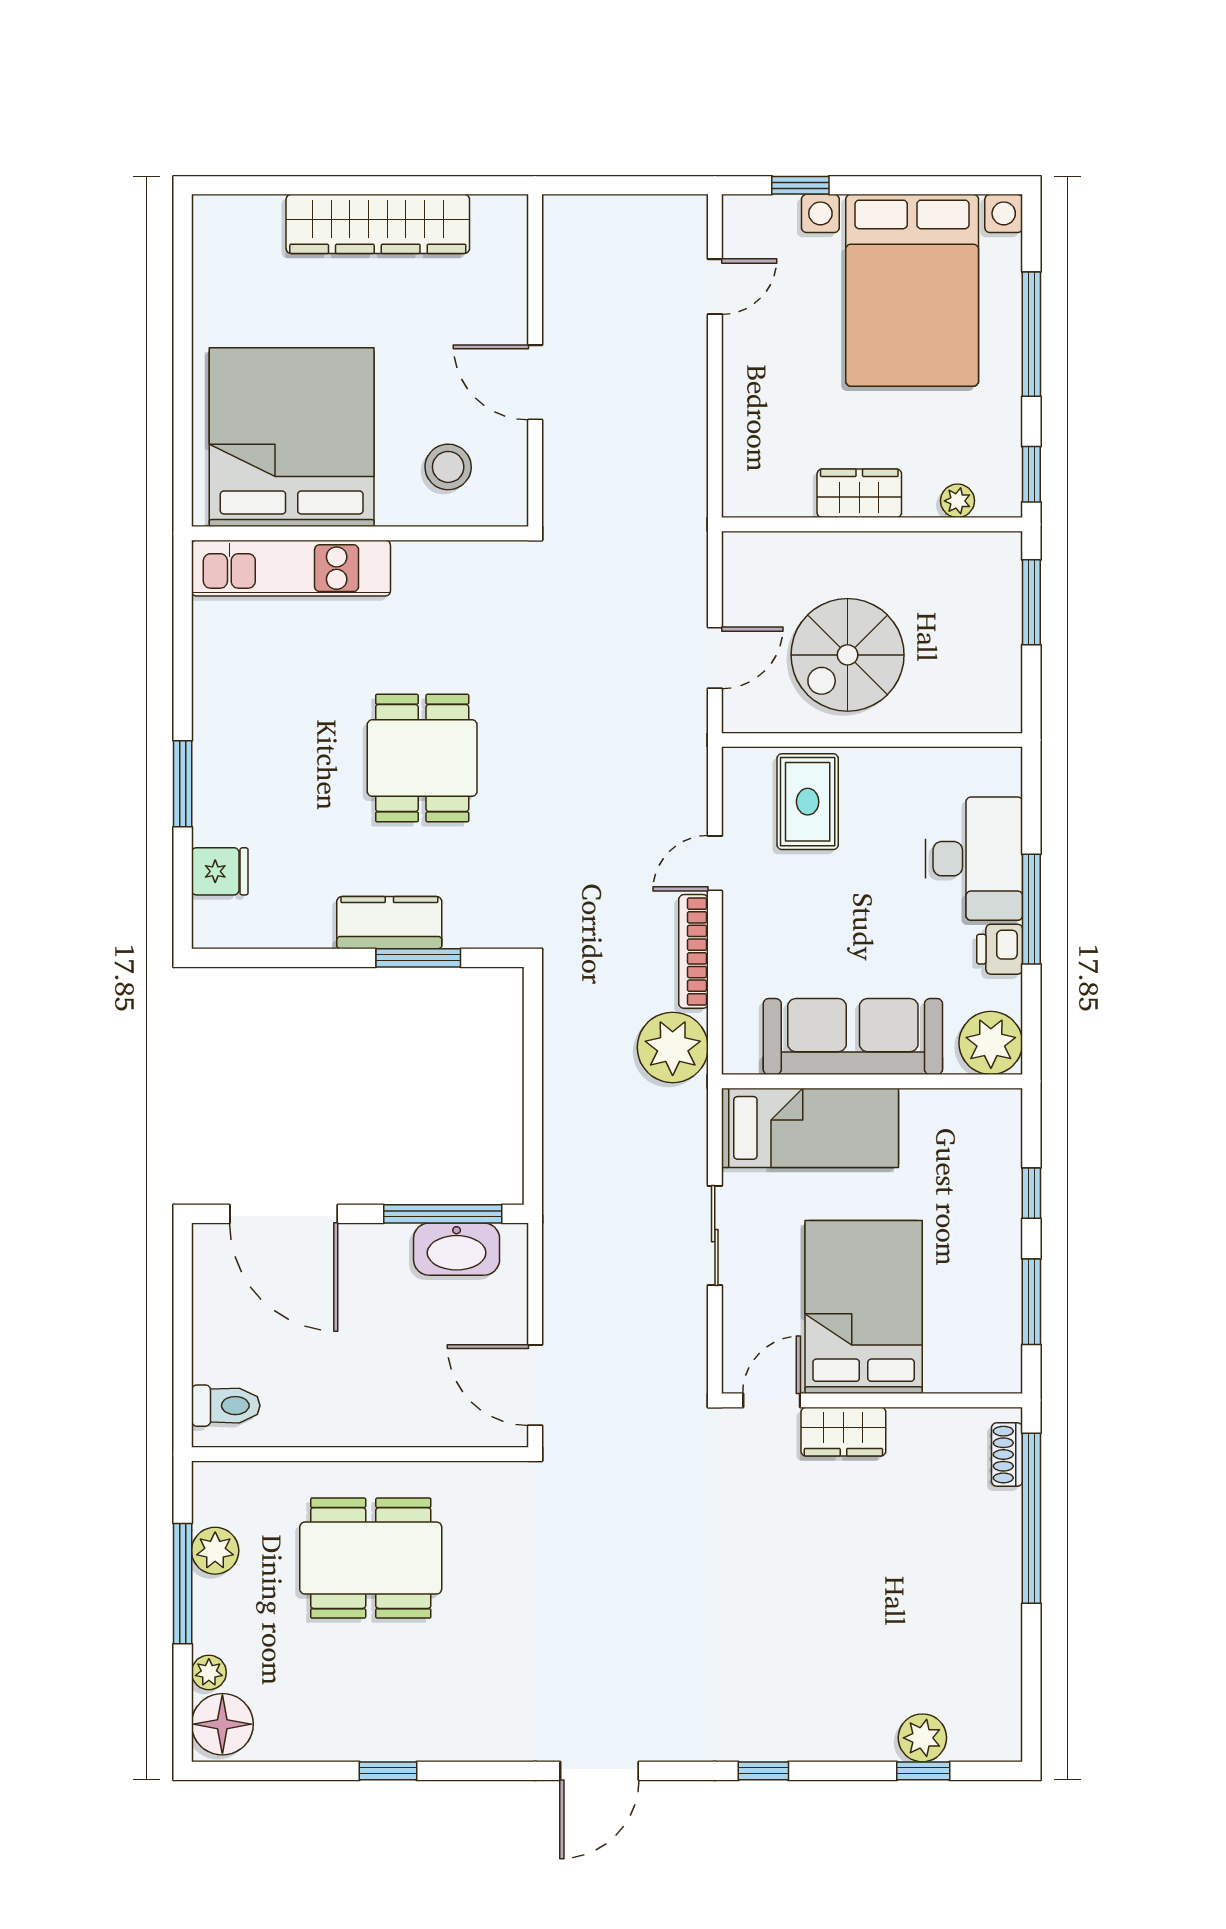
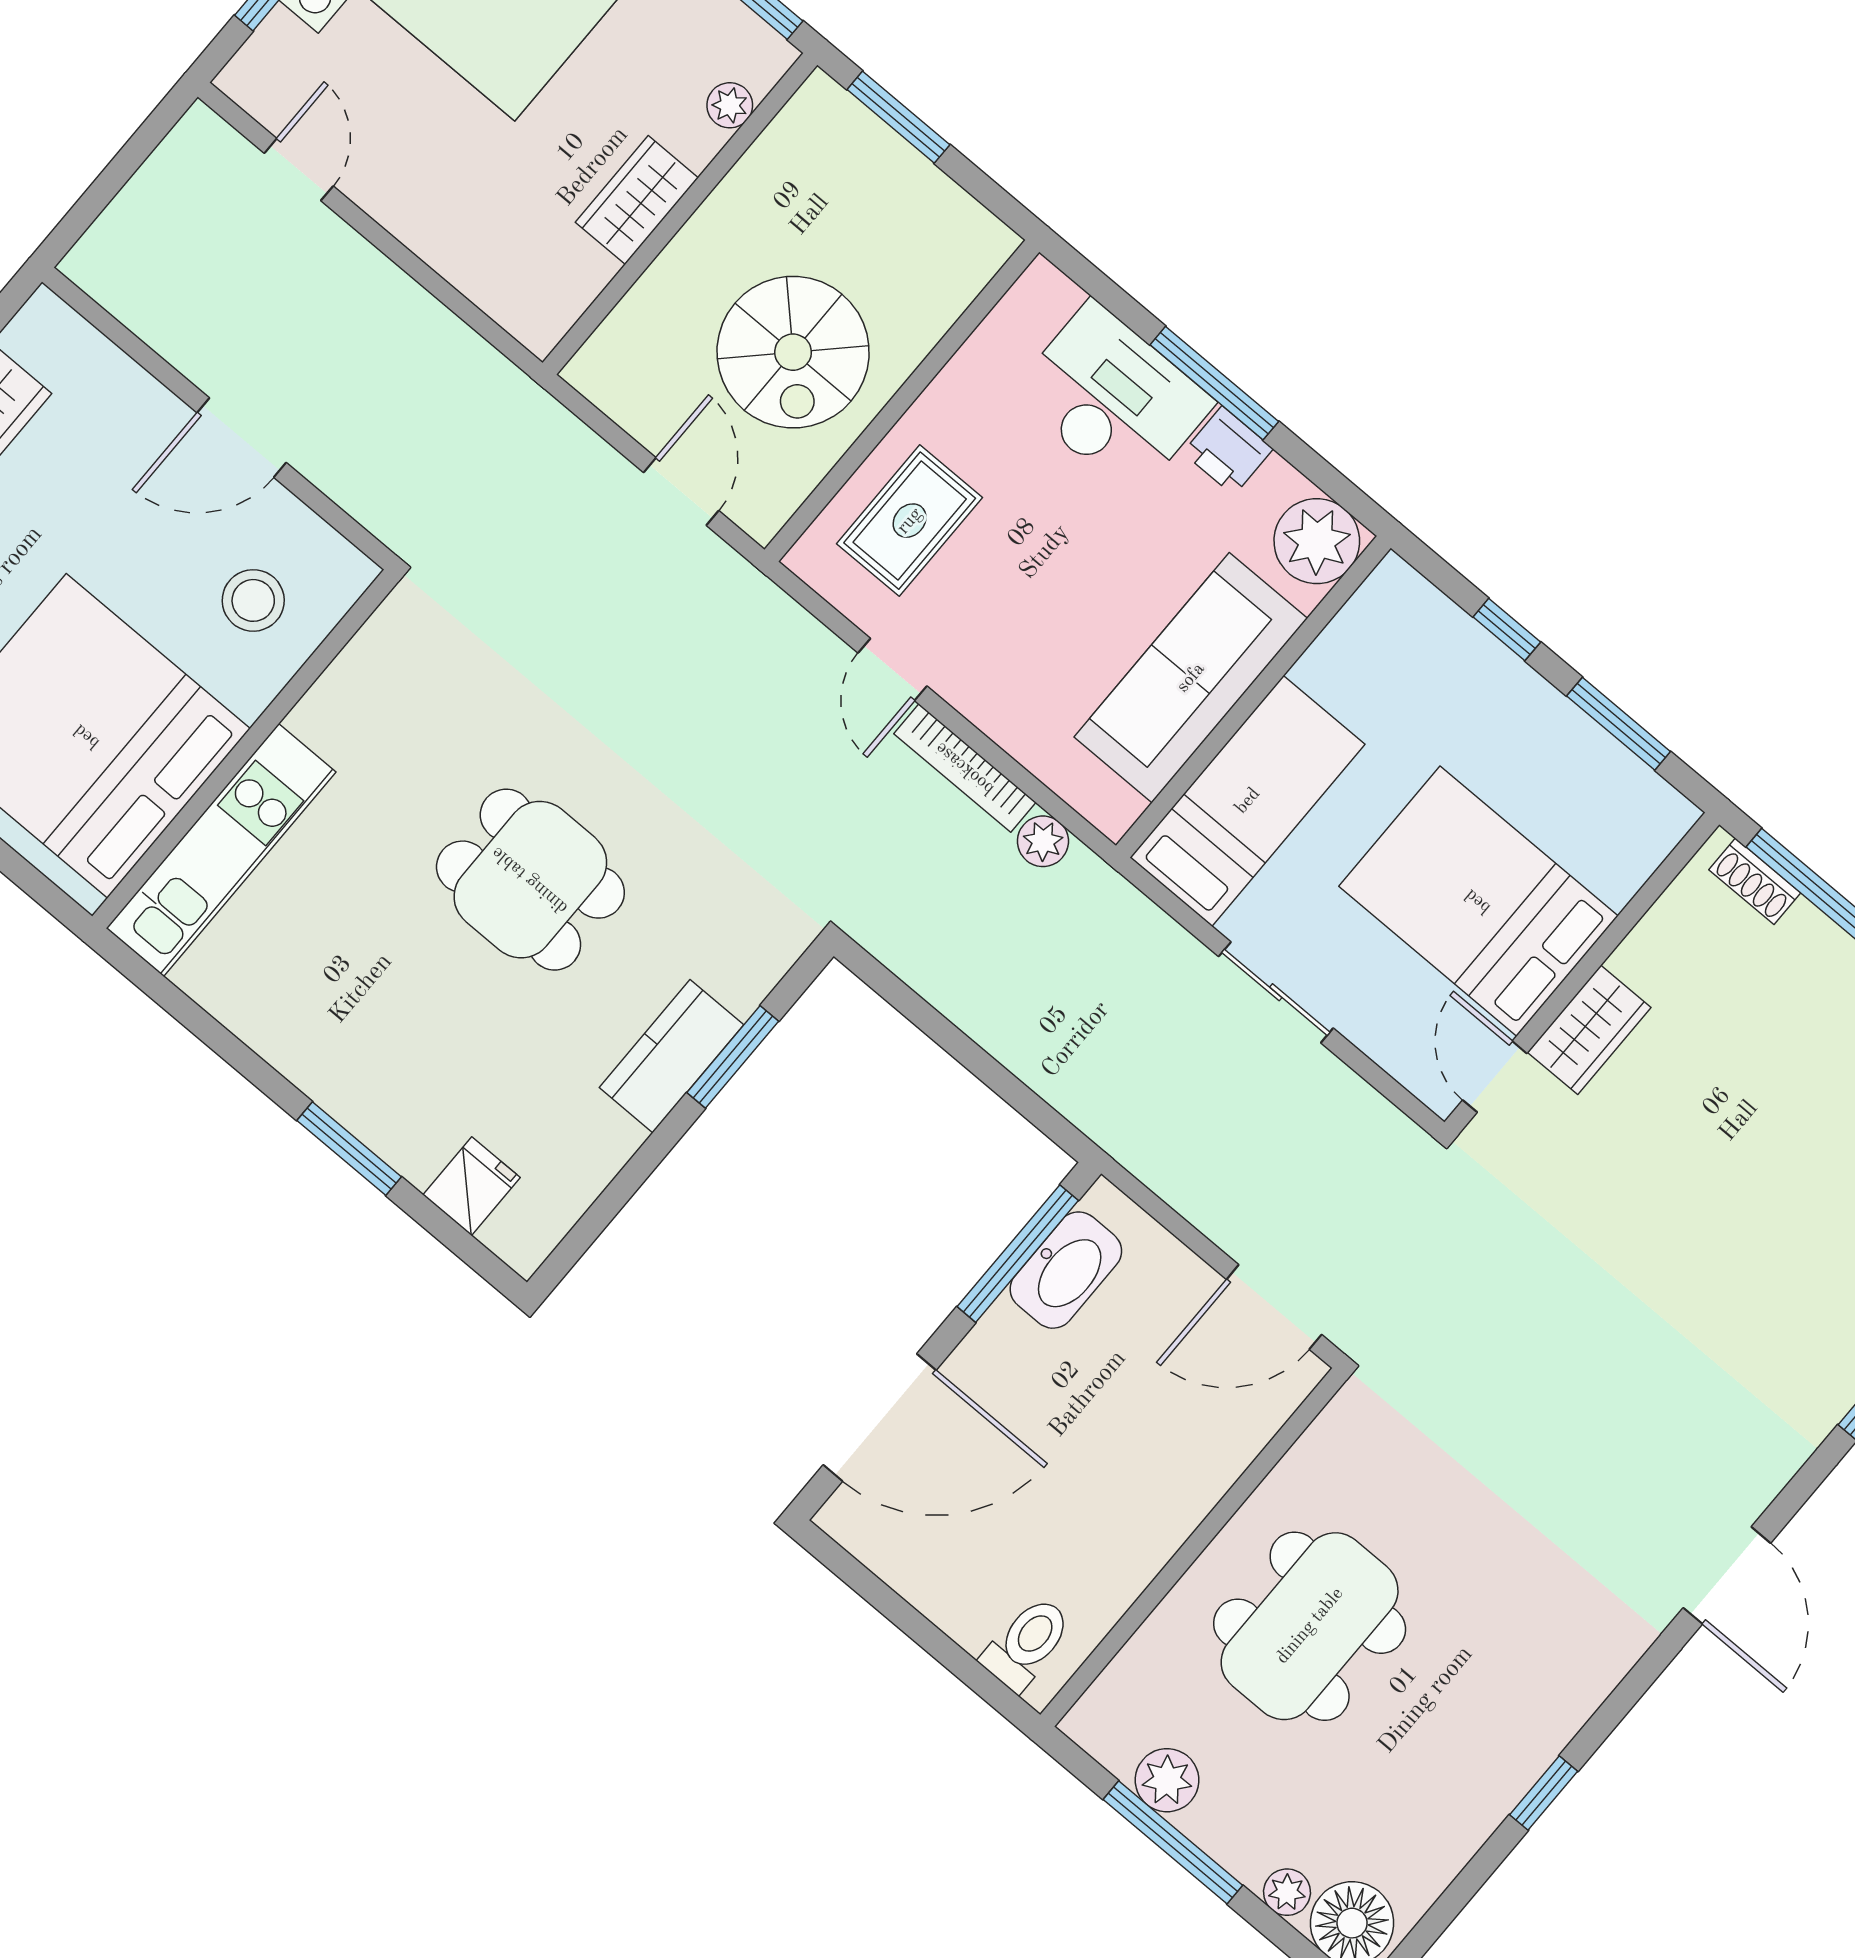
rug: (808, 802) -> (910, 521), turned 90
plant: (673, 1047) -> (1043, 841), width x0.53, depth x0.53

